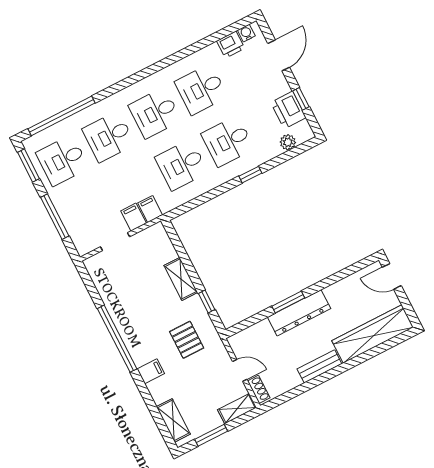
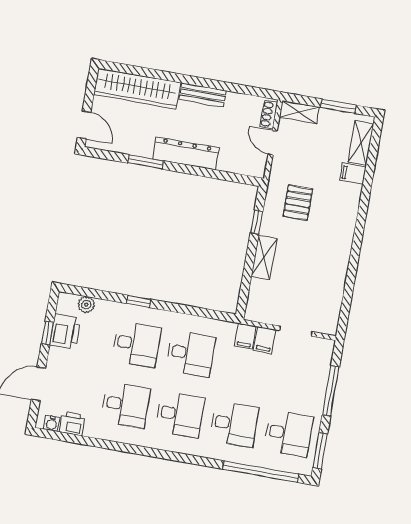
window: (288, 302) -> (145, 162), moved
window: (117, 339) -> (356, 248), removed
filing cabinet: (151, 371) -> (353, 174), moved

